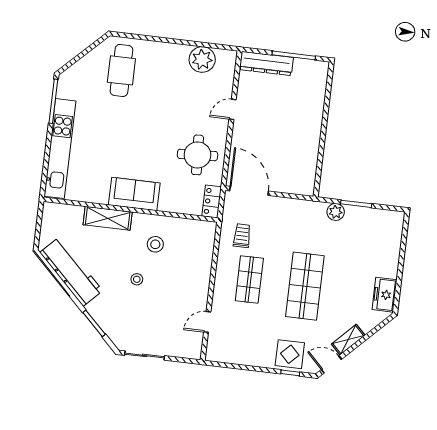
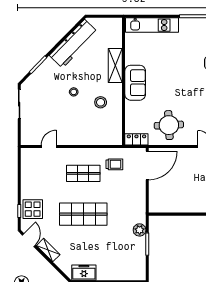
kitchen unit: (60, 149) -> (152, 25), width x0.73
door: (207, 322) -> (49, 147), hinge flipped

